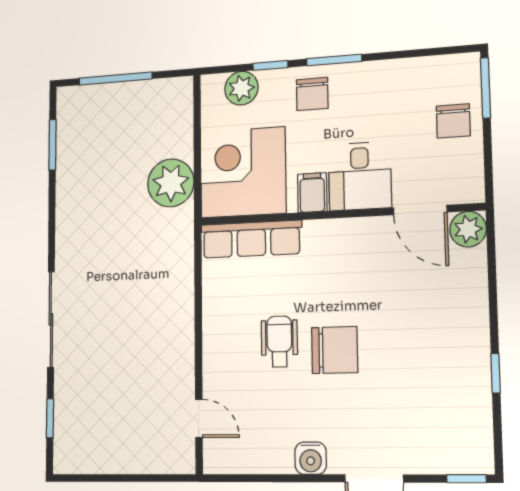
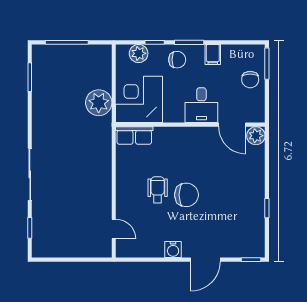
chair: (312, 94) -> (177, 60), turned -90
filing cabinet: (312, 193) -> (213, 54), moved, turned 180
row of seats: (251, 239) -> (134, 135), width x0.68

